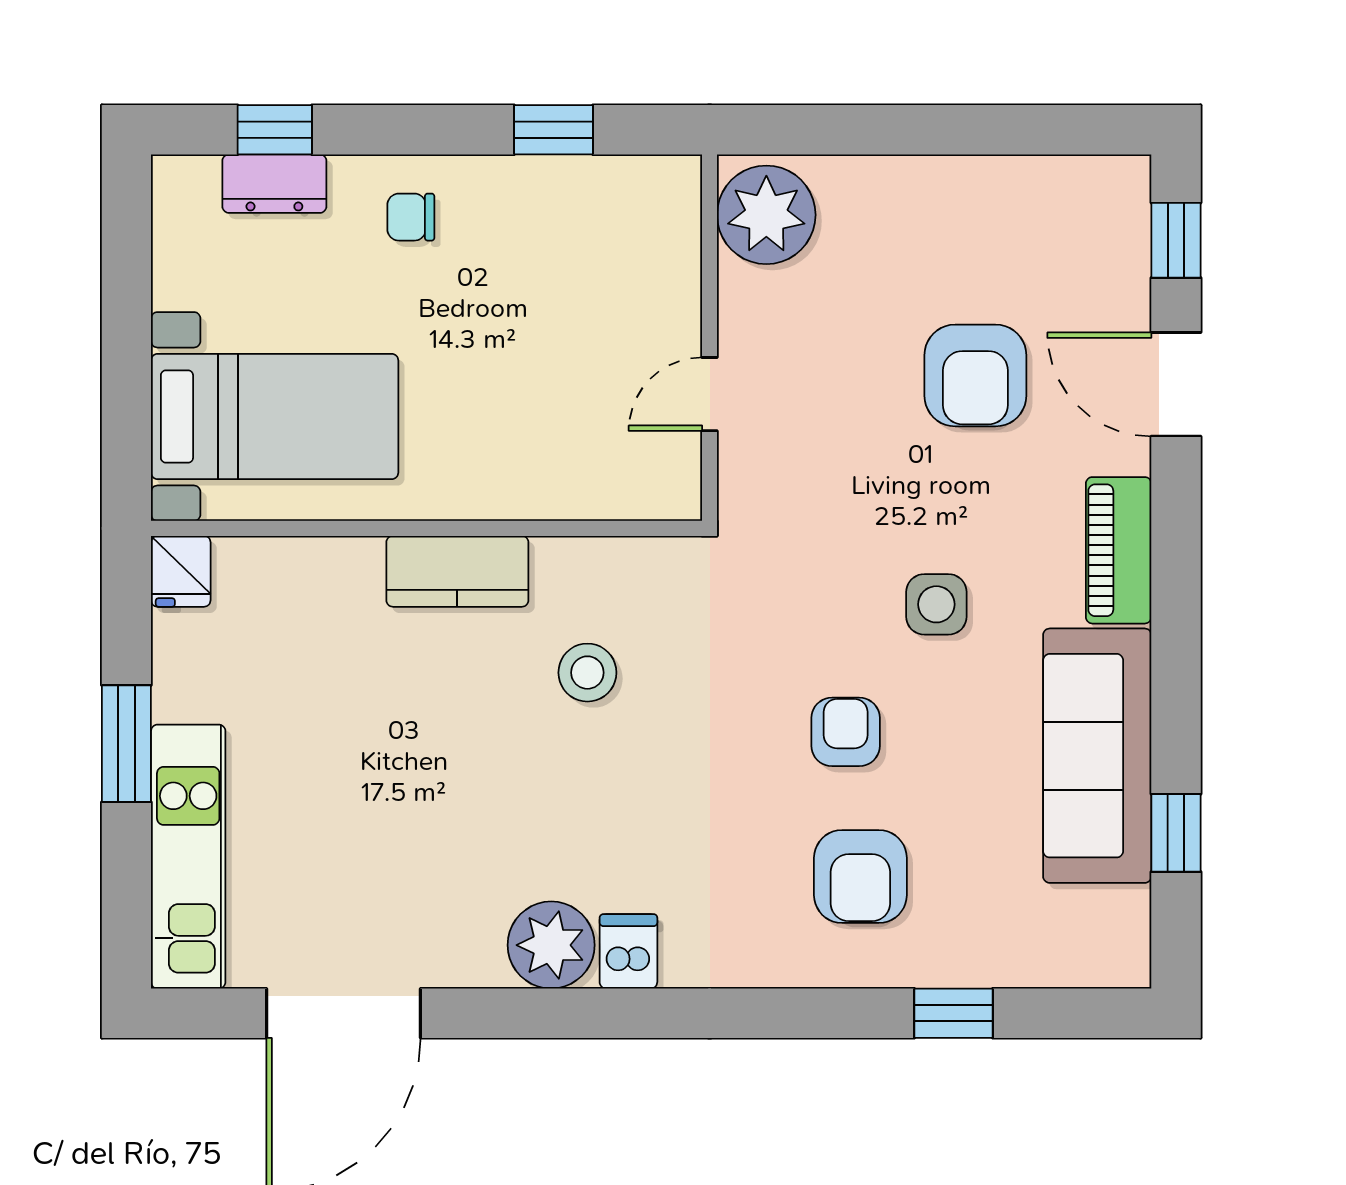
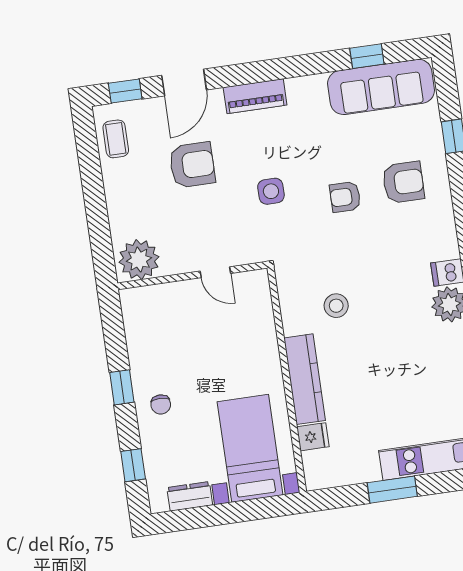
window: (553, 130) -> (122, 387), moved
dresser: (274, 184) -> (190, 496), moved, turned -90
coffee table: (1064, 201) -> (116, 139), added
fridge: (181, 571) -> (313, 437), moved
kitchen counter: (457, 571) -> (305, 379), width x1.50
side table: (936, 604) -> (271, 191), moved
sofa: (1097, 756) -> (381, 87), moved

